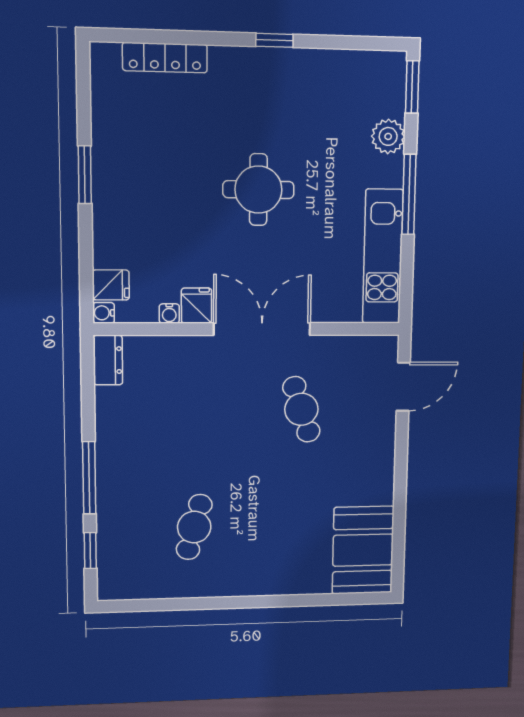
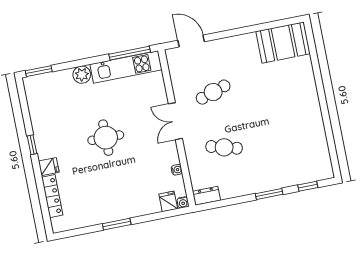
plant: (388, 136) -> (82, 75), moved
window: (409, 194) -> (130, 53), moved
fridge: (196, 306) -> (49, 167), moved, turned 180
double door: (262, 329) -> (175, 121), width x0.73
window: (89, 478) -> (269, 194), width x0.69
cafe table: (194, 527) -> (224, 147), moved

